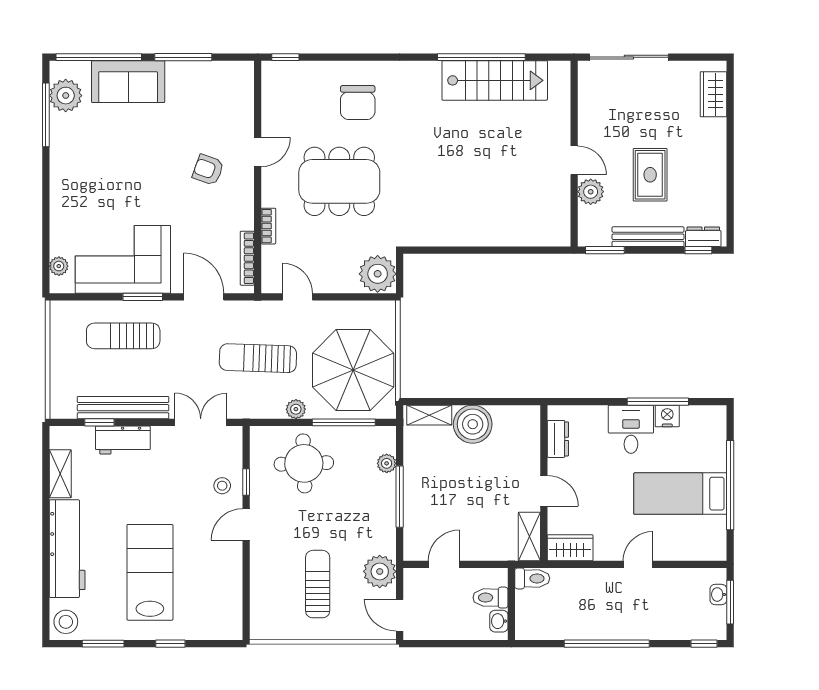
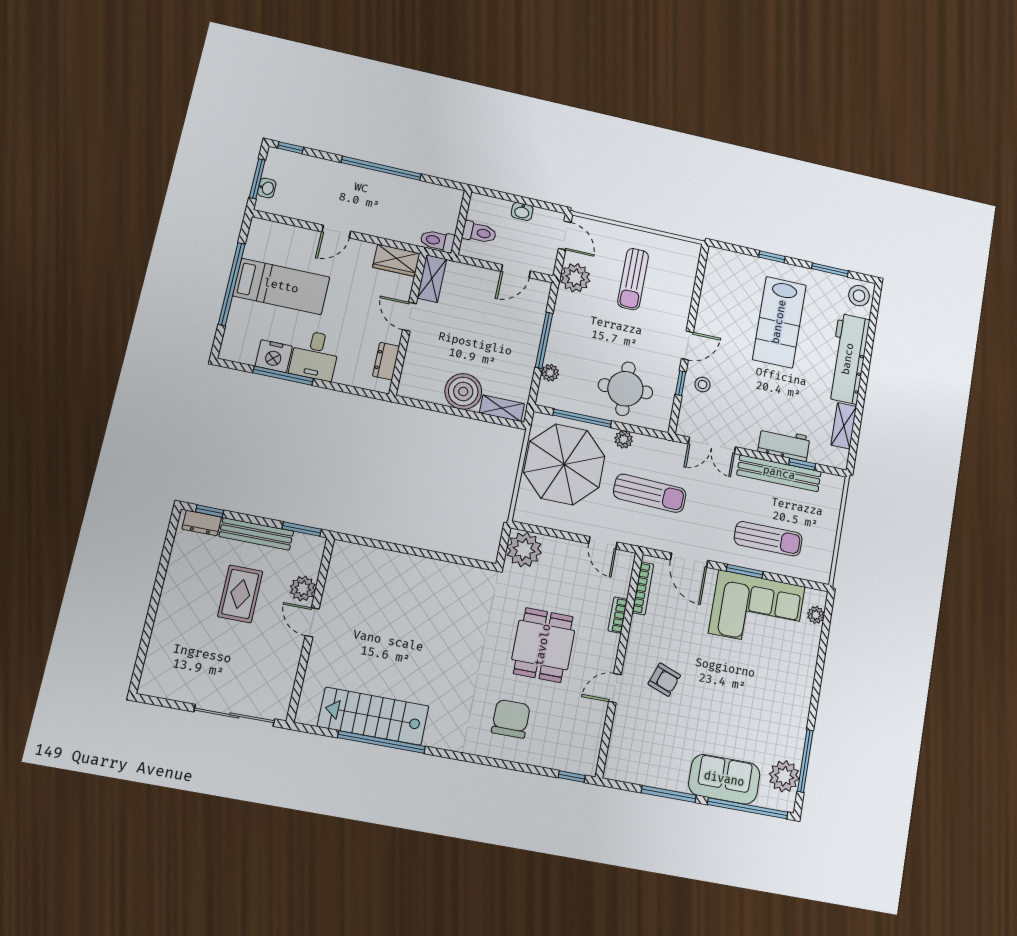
wardrobe: (713, 94) -> (158, 662), removed
dining table: (339, 181) -> (543, 645), width x0.73
nightstand: (667, 416) -> (274, 356), width x1.36, depth x1.33
washbasin: (499, 621) -> (522, 211), moved, turned 90

